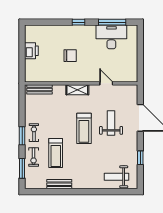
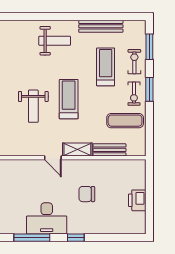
desk: (111, 37) -> (47, 218), moved
door: (106, 83) -> (53, 158), moved
bench: (40, 89) -> (109, 150), moved
exercise mat: (41, 112) -> (125, 121), added
weight bench: (116, 177) -> (55, 41), moved
bench: (59, 184) -> (101, 26), width x1.36

